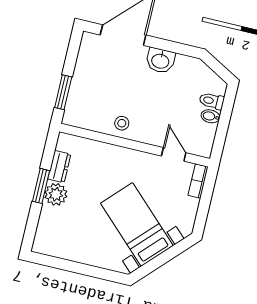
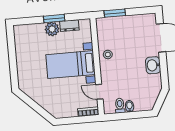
toilet: (212, 101) -> (120, 106), moved
door: (174, 154) -> (99, 92), swing flipped
bed with nightstands: (137, 224) -> (71, 65), moved, turned -134

